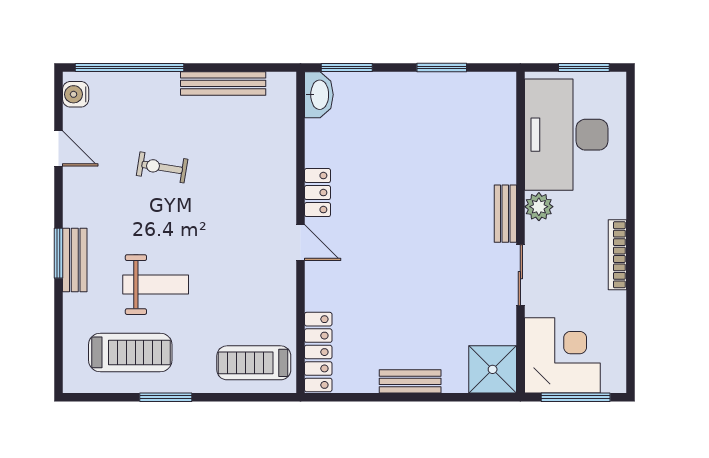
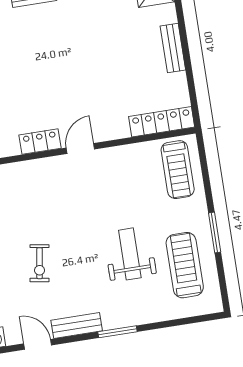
door: (59, 148) -> (38, 344), hinge flipped
bench: (75, 260) -> (77, 326), moved

